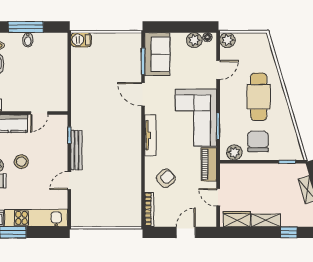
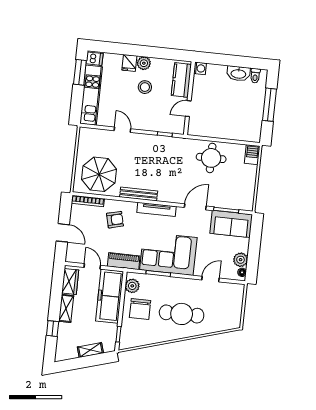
bidet: (28, 40) -> (257, 105), removed
plant: (227, 40) -> (237, 291), removed
door: (218, 70) -> (211, 279), swing flipped
round table: (89, 83) -> (211, 158), added
door: (39, 113) -> (188, 109), hinge flipped
chair: (258, 141) -> (140, 309), turned 90
bench: (76, 150) -> (139, 194), moved
freezer: (248, 175) -> (110, 296), added
armchair: (166, 178) -> (115, 220), turned -63
door: (218, 197) -> (92, 266), hinge flipped
parasol: (119, 200) -> (99, 174), added

